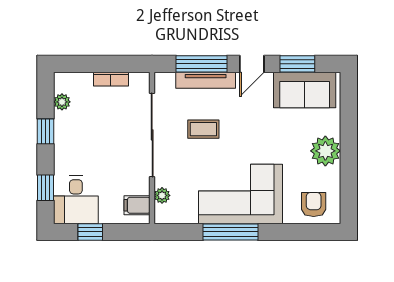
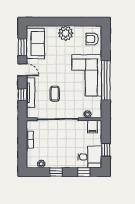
window: (201, 64) -> (22, 95), width x0.46
window: (230, 232) -> (106, 80), width x1.46

